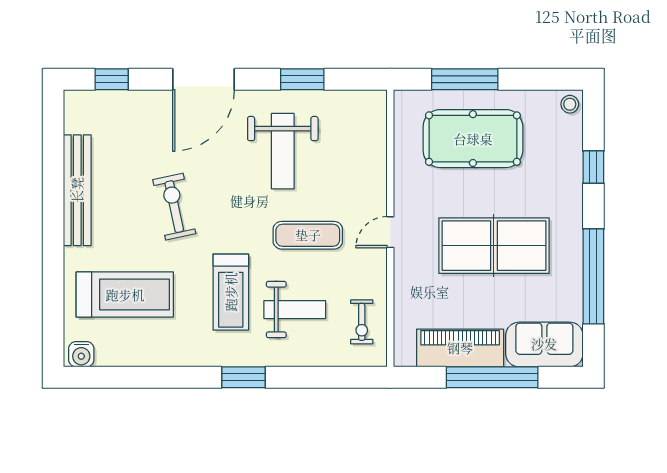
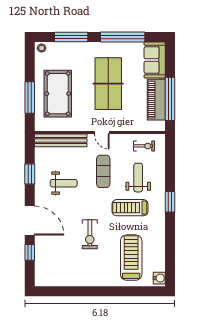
window: (112, 79) -> (30, 252), moved
weight bench: (283, 151) -> (64, 183), width x0.73, depth x0.75
window: (593, 167) -> (71, 37), width x2.17
bench: (77, 190) -> (61, 140), moved
exercise bike: (174, 207) -> (90, 234), turned -78
treadmill: (231, 292) -> (130, 208), turned 180
window: (492, 377) -> (170, 99), moved

